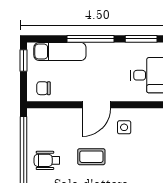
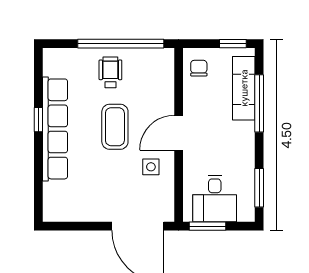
window: (91, 39) -> (259, 103), moved
door: (96, 105) -> (179, 133), hinge flipped
coffee table: (91, 157) -> (115, 127), width x1.36, depth x1.30

